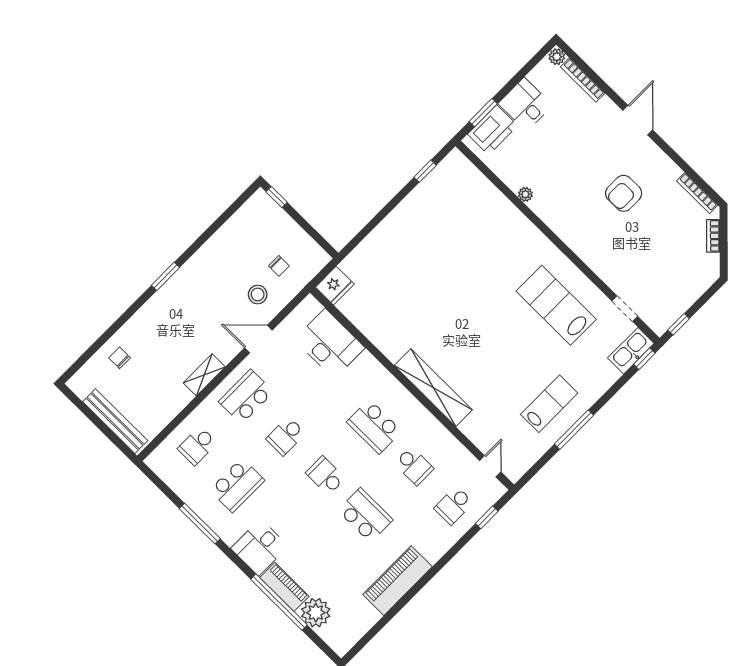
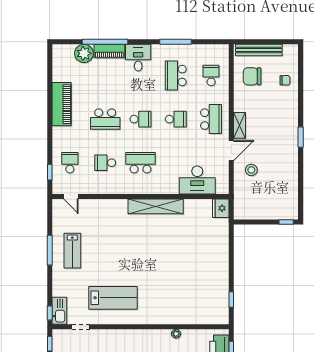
chair: (279, 266) -> (252, 76), moved, width x1.87, depth x1.87
shelving: (204, 375) -> (239, 125), moved
shelving: (433, 388) -> (156, 206), moved
school desk: (286, 436) -> (176, 119), turned 90

